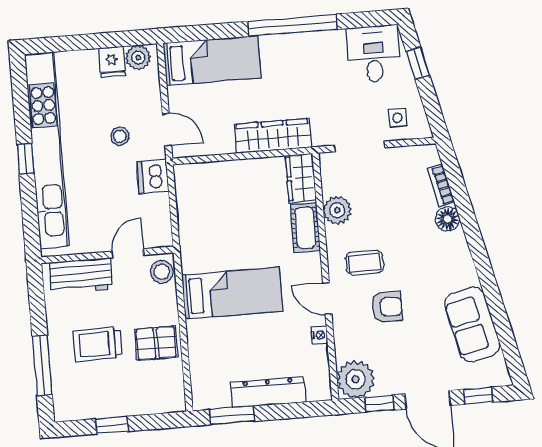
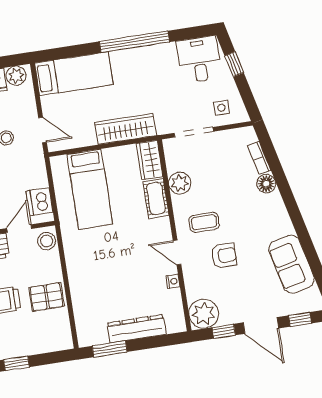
dishwasher: (153, 176) -> (40, 202), moved
bed: (232, 293) -> (90, 189), moved, turned 90

